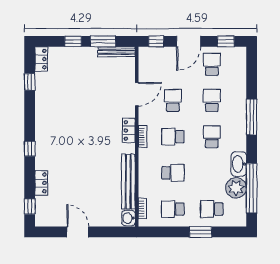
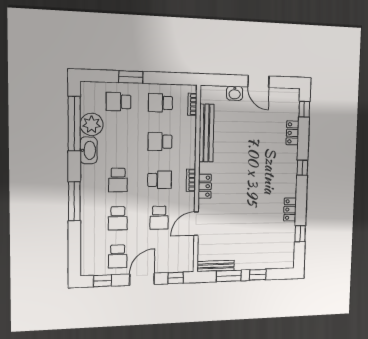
locker: (41, 59) -> (290, 210), moved
school desk: (173, 209) -> (160, 103), turned 180
school desk: (212, 209) -> (118, 102), turned 180
washbasin: (128, 218) -> (235, 93), moved, turned 90

